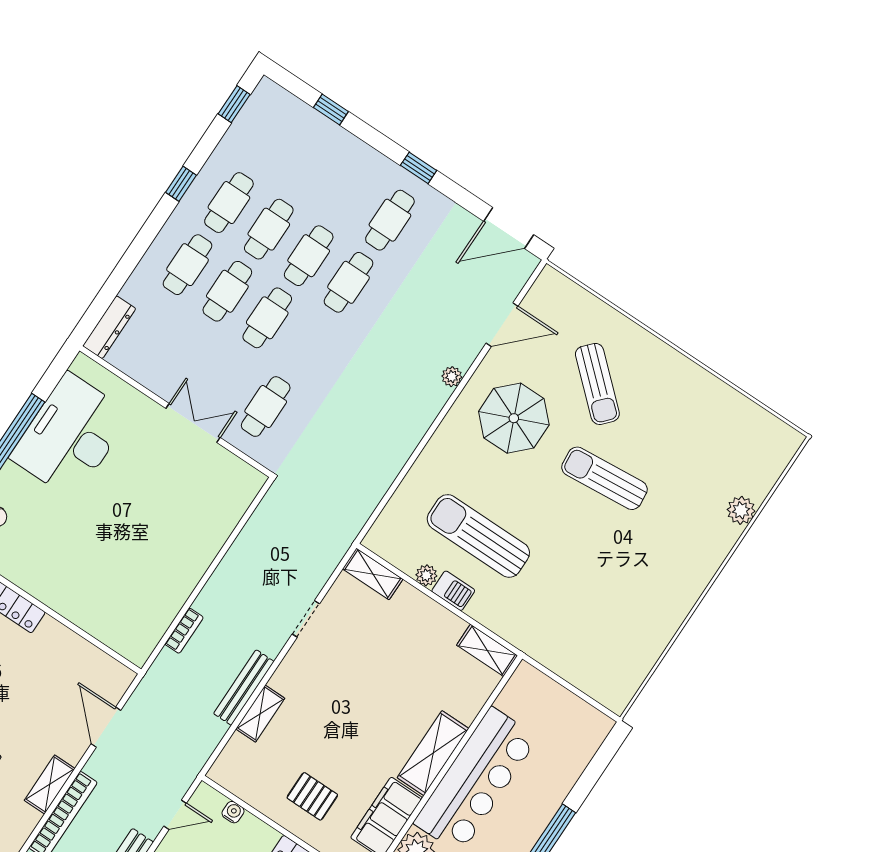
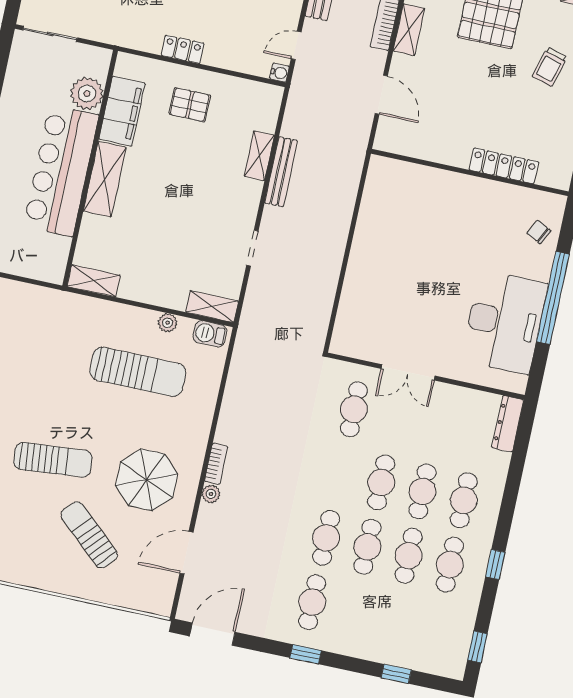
barbecue: (453, 591) -> (210, 334), moved
bookcase: (184, 631) -> (216, 464), moved, turned 180
water cooler: (233, 812) -> (279, 73), moved, turned -90

